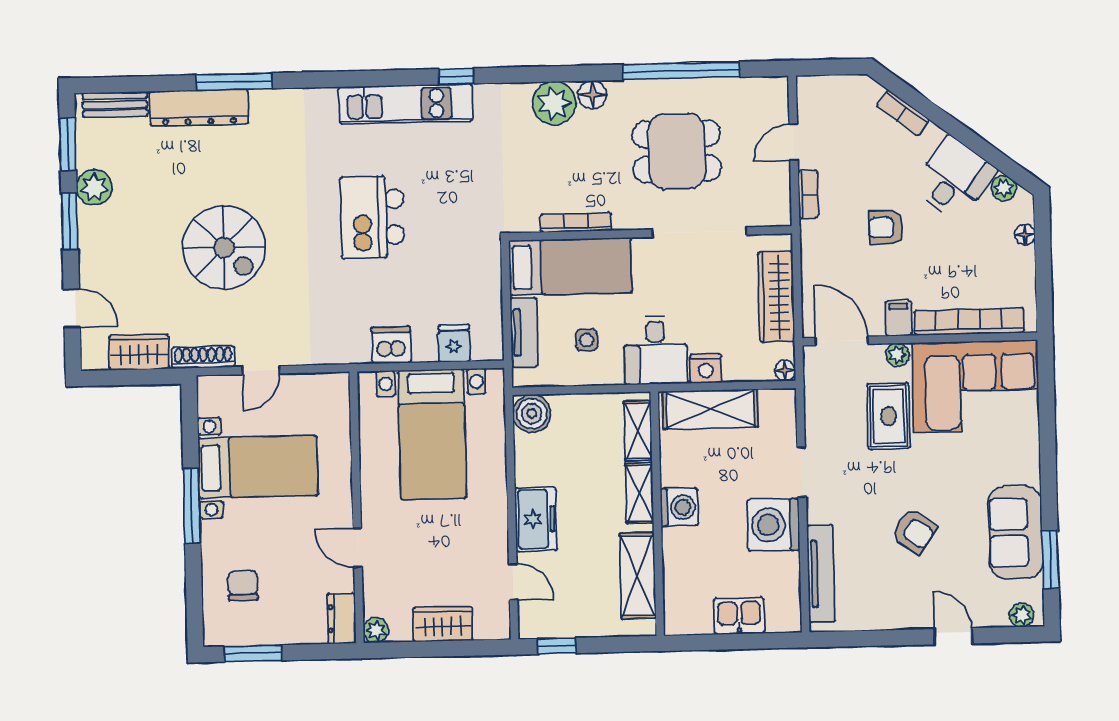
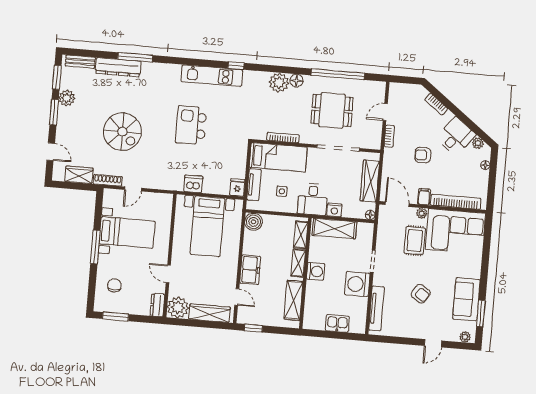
fridge: (454, 343) -> (237, 188), moved
wardrobe: (443, 624) -> (210, 313), width x1.50
plant: (376, 630) -> (178, 307), width x1.87, depth x1.87
door: (953, 636) -> (433, 343), swing flipped

